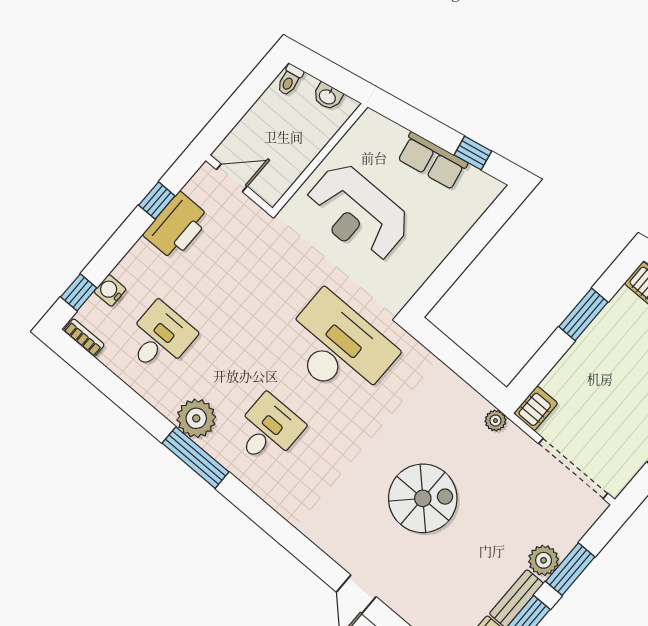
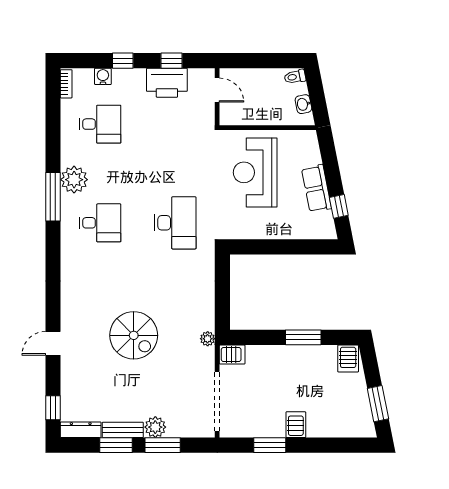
window: (79, 292) -> (123, 61), moved
desk: (338, 348) -> (175, 223), width x0.73, depth x0.77

